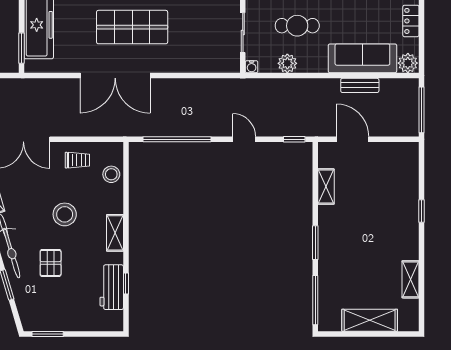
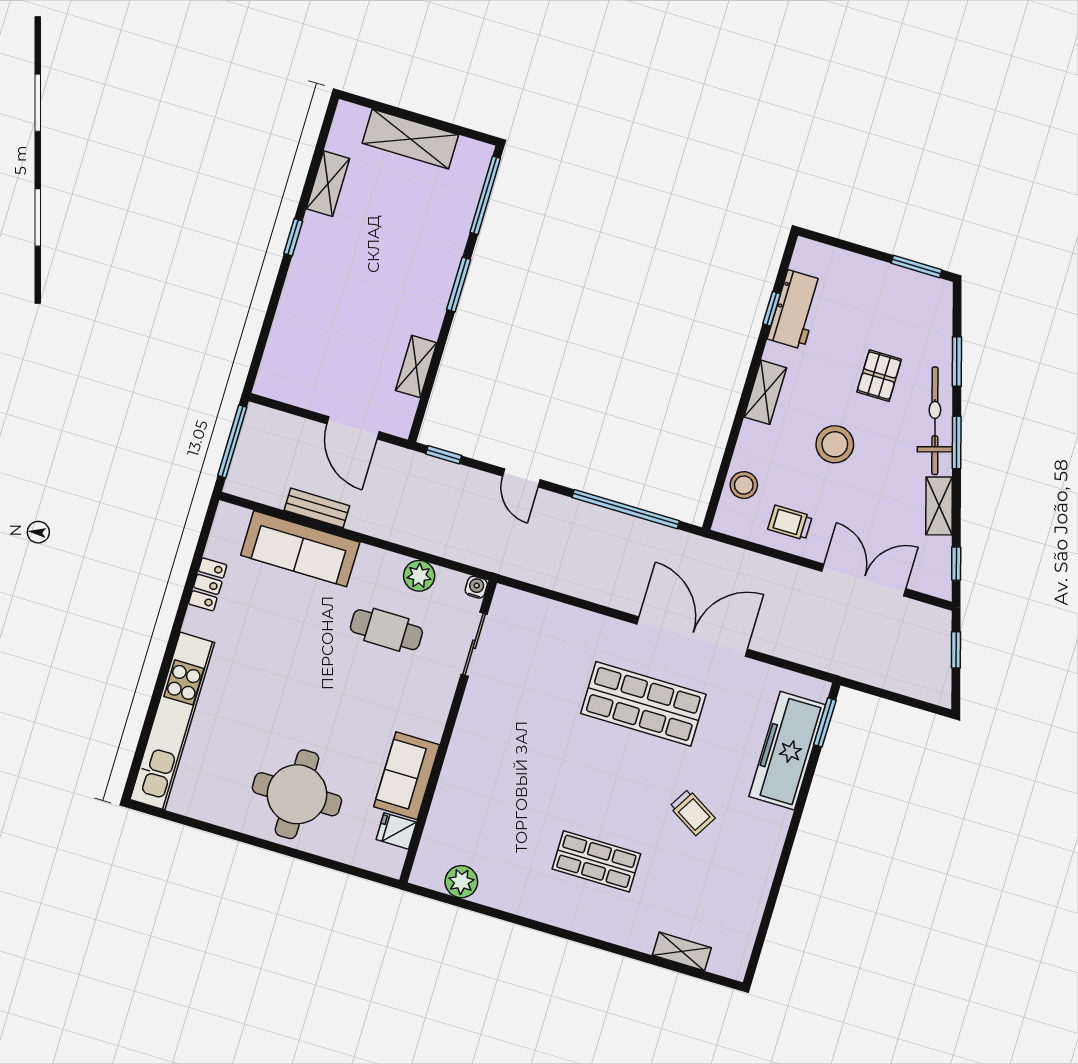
plant: (408, 63) -> (232, 520), removed
window: (422, 211) -> (293, 237), moved

